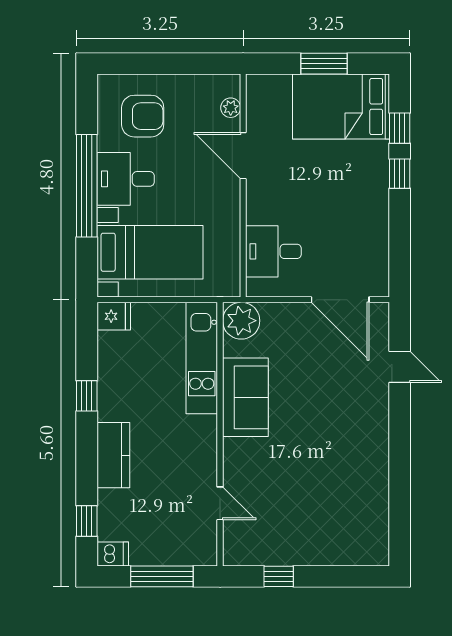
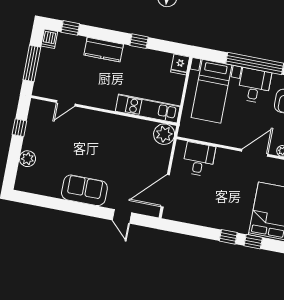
door: (400, 367) -> (122, 216), hinge flipped
sofa: (245, 397) -> (84, 190), moved, turned 180
plant: (330, 552) -> (27, 159), added

